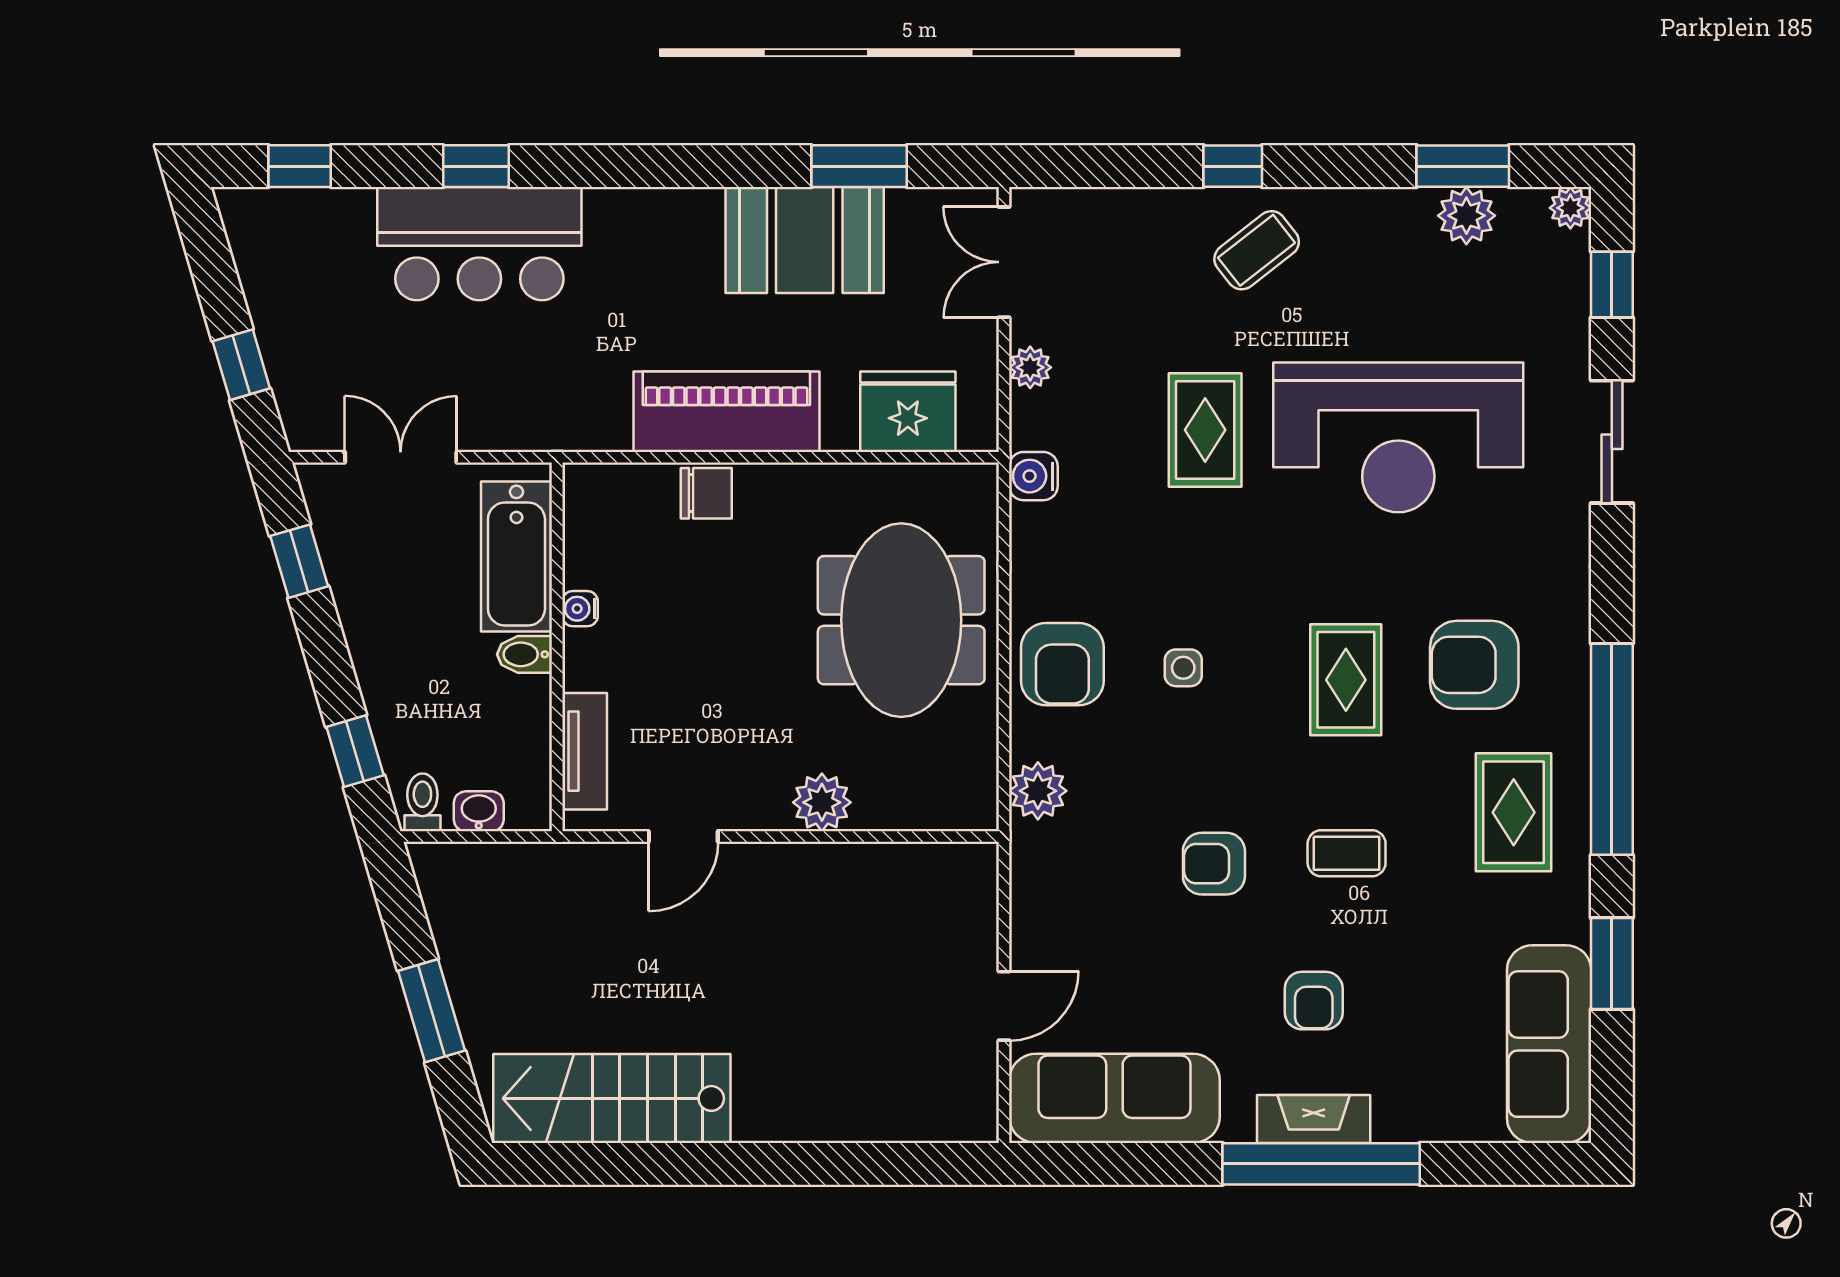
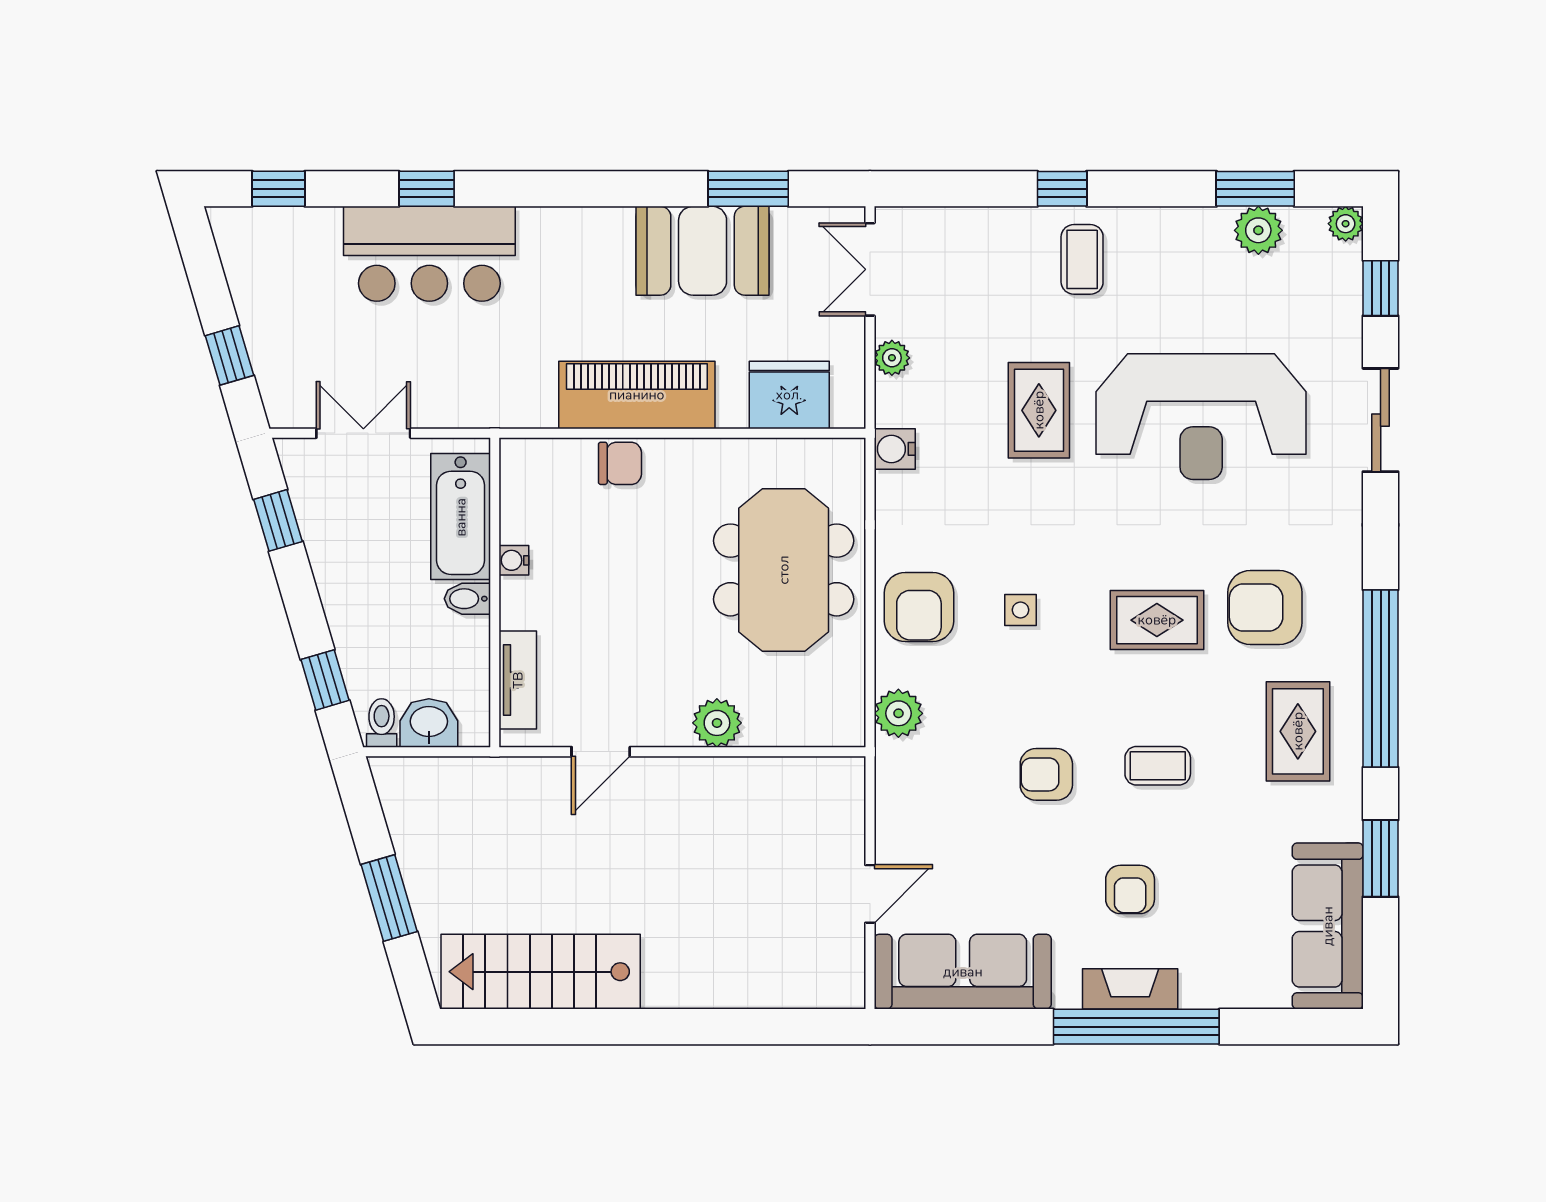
coffee table: (1257, 250) -> (1082, 259), turned -52
rug: (1346, 680) -> (1157, 620), turned 90
washbasin: (479, 811) -> (429, 723), width x1.38, depth x1.45

